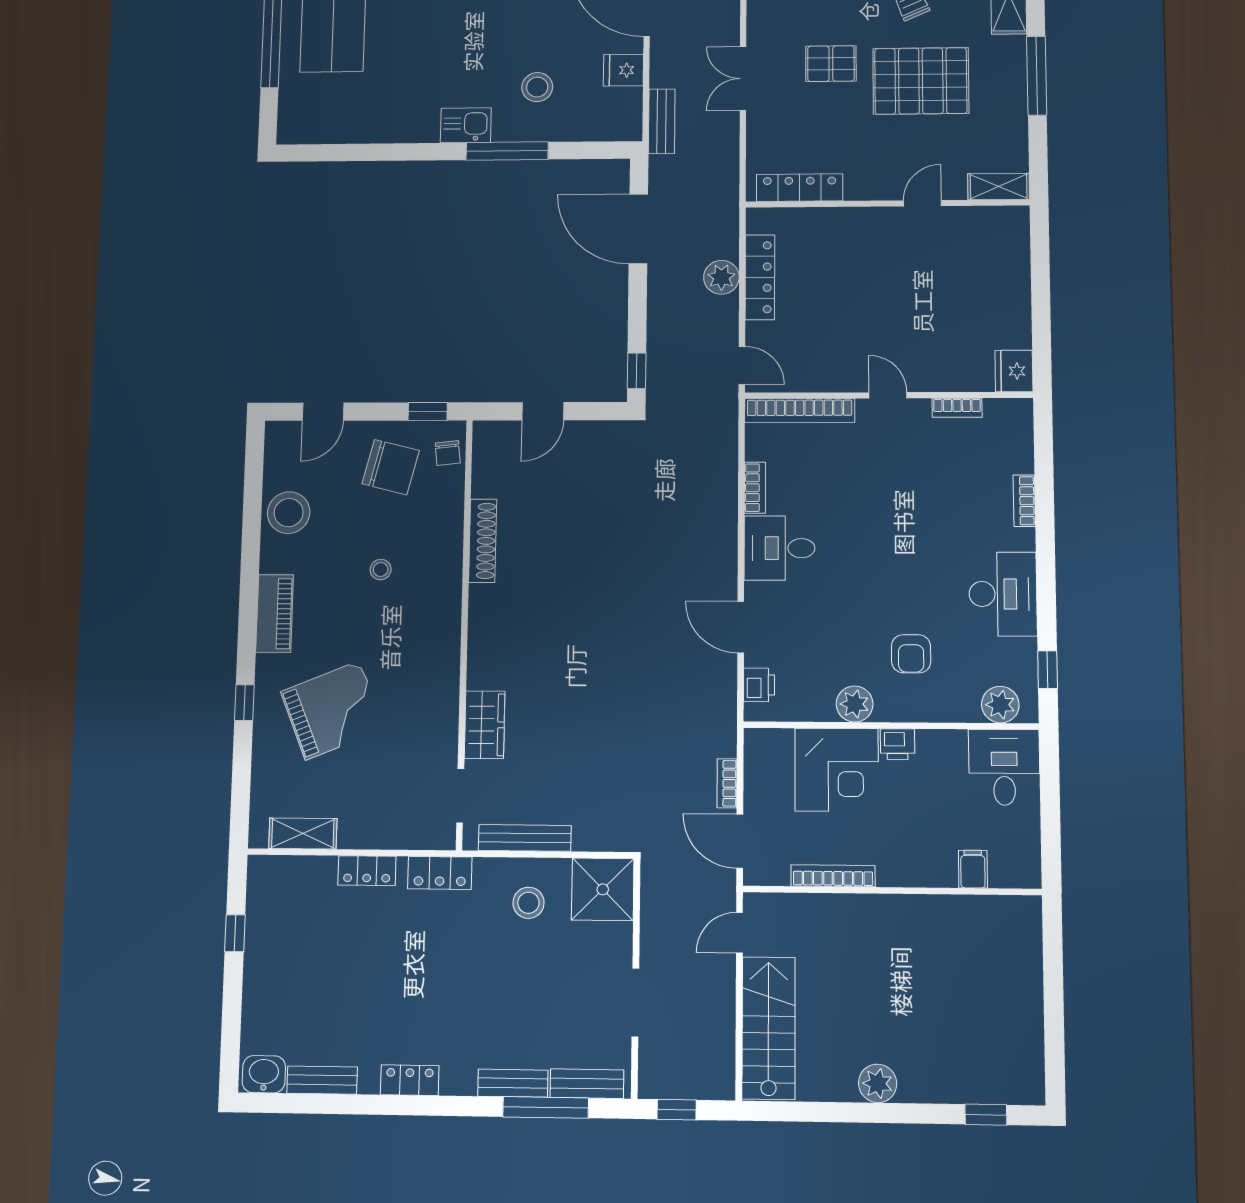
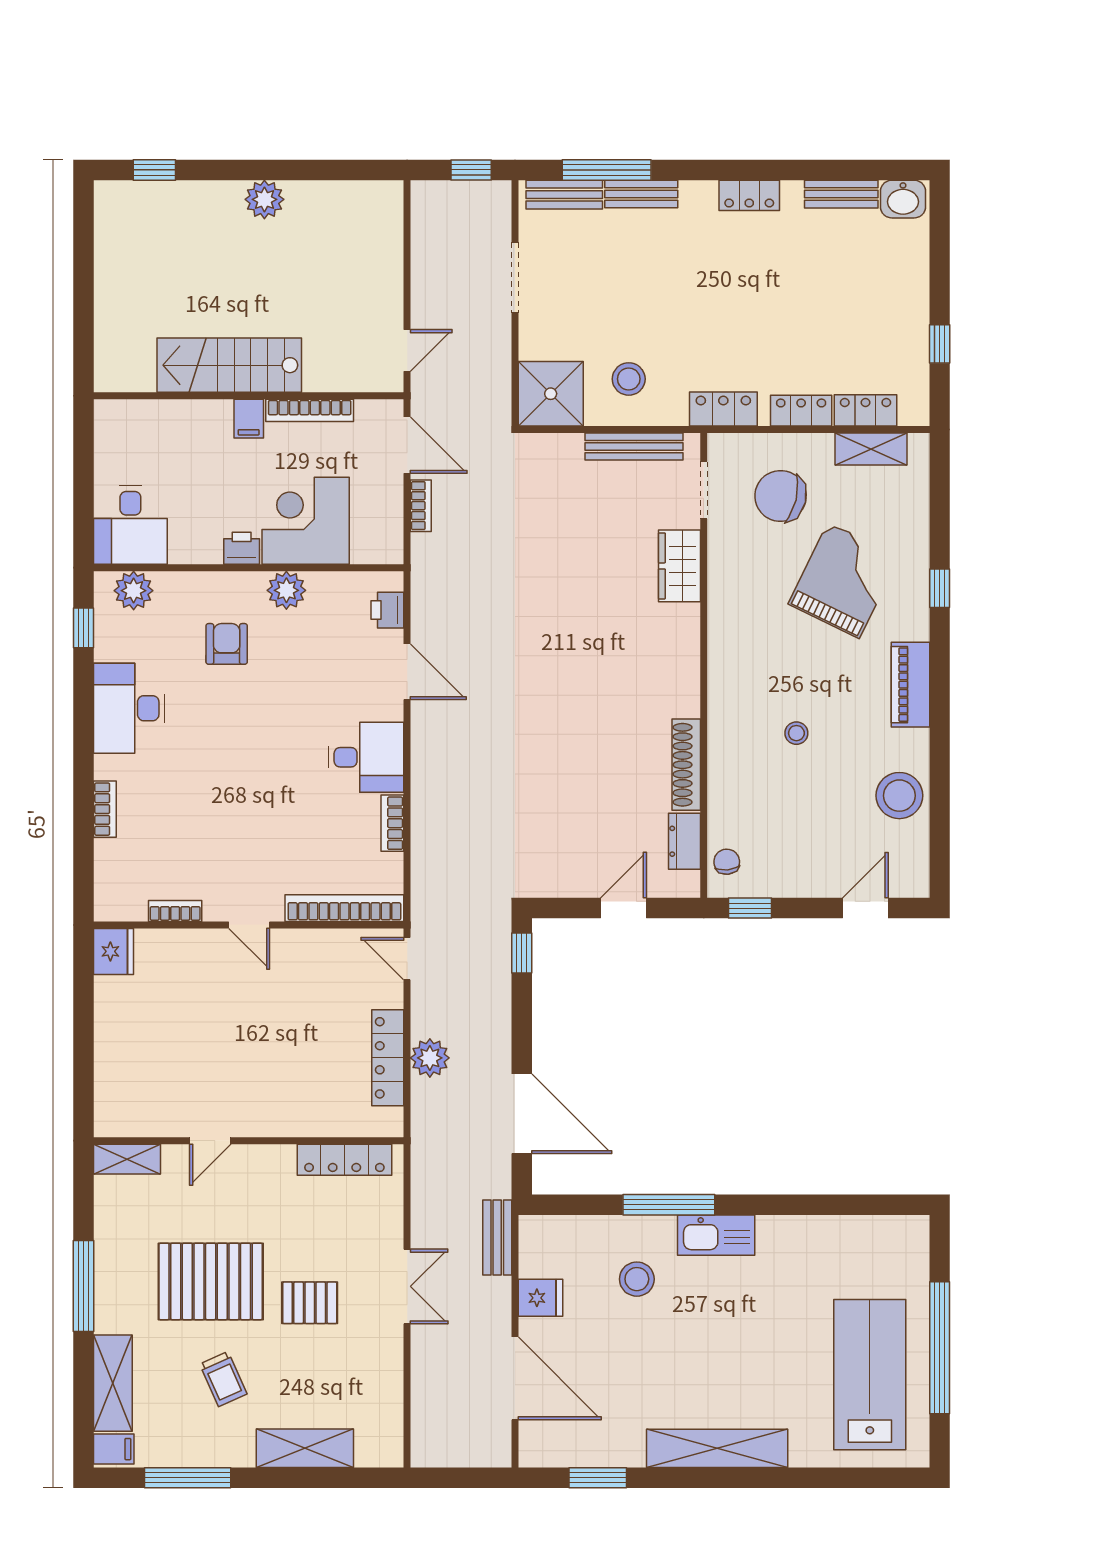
kitchen sink: (466, 125) -> (716, 1235), width x1.38
chair: (391, 467) -> (781, 496), moved
dresser: (486, 471) -> (685, 841), added
grand piano: (333, 710) -> (844, 580), turned 138
filing cabinet: (973, 869) -> (249, 419), moved
locker: (307, 870) -> (866, 410), added
stairs: (769, 1028) -> (229, 365), moved, turned 90

